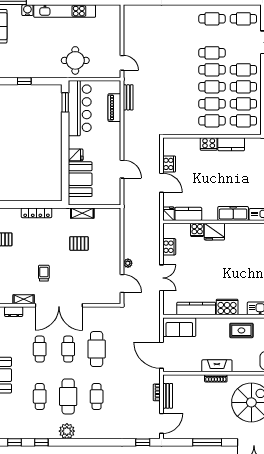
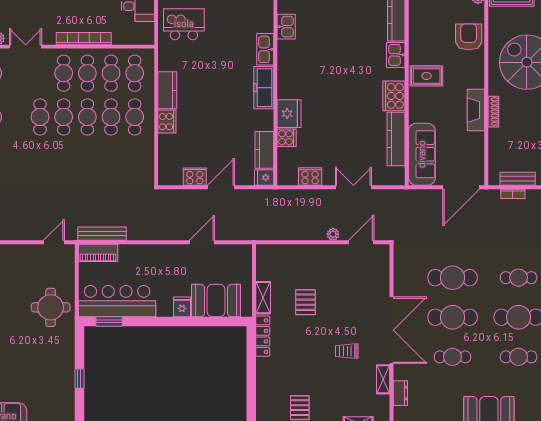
bench: (128, 97) -> (102, 234), width x1.36
piano: (114, 108) -> (98, 253), moved
locker: (37, 213) -> (263, 336), moved
sofa: (179, 327) -> (422, 154), width x1.36
rug: (241, 330) -> (427, 76), turned 90
cafe table: (68, 349) -> (453, 317), width x1.37, depth x1.35

